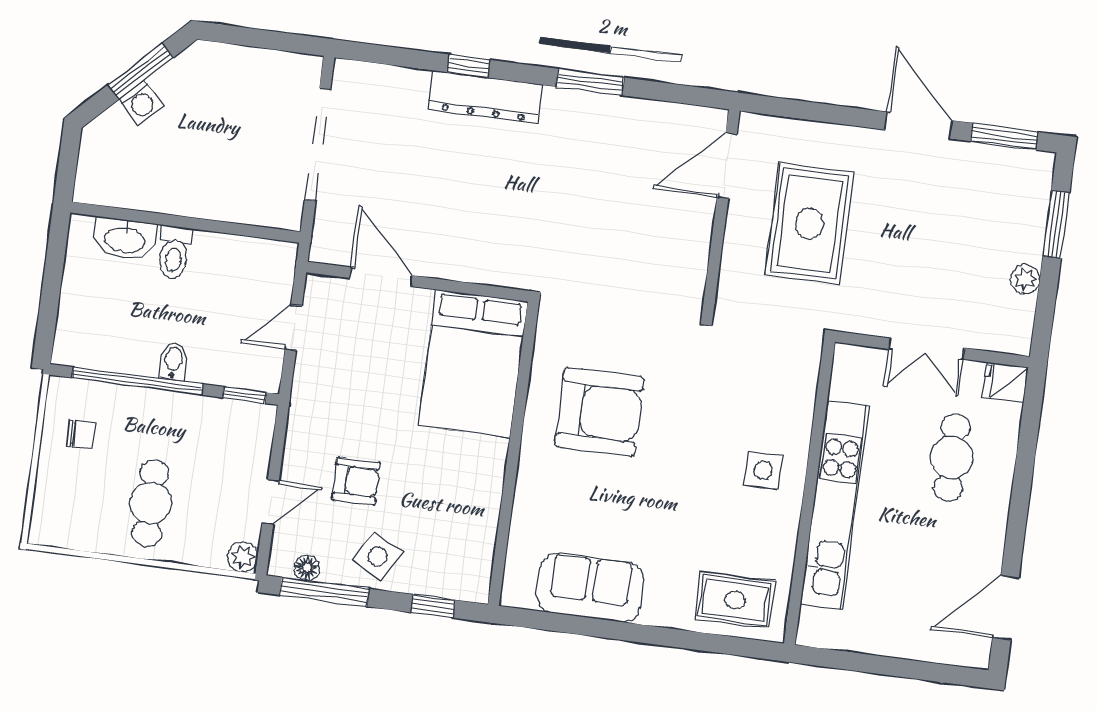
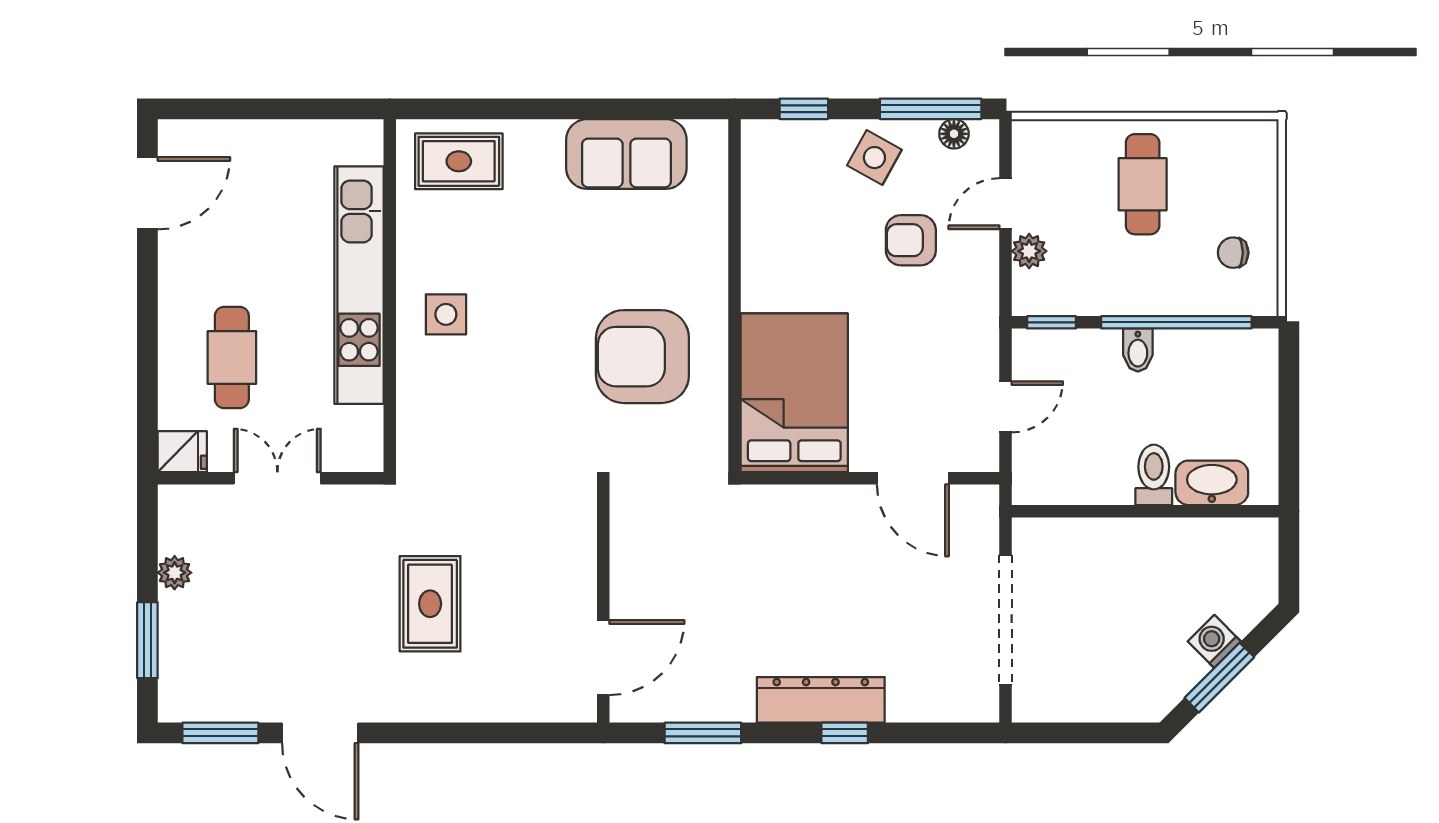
door: (727, 166) -> (603, 658), moved
wall: (721, 212) -> (603, 604), moved
rug: (810, 224) -> (430, 604), width x0.73, depth x0.70
plant: (243, 557) -> (1029, 251), moved

